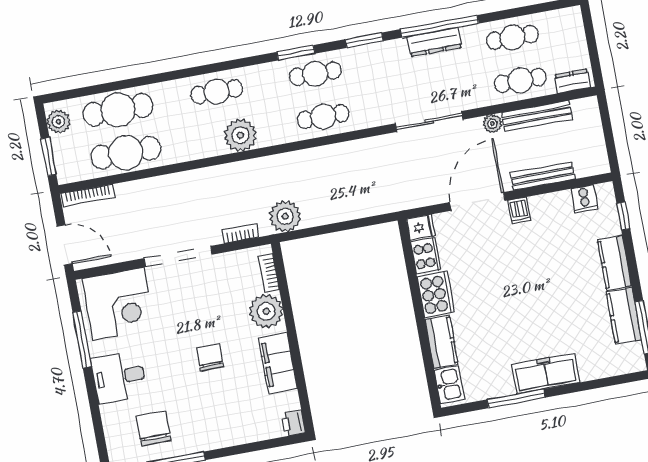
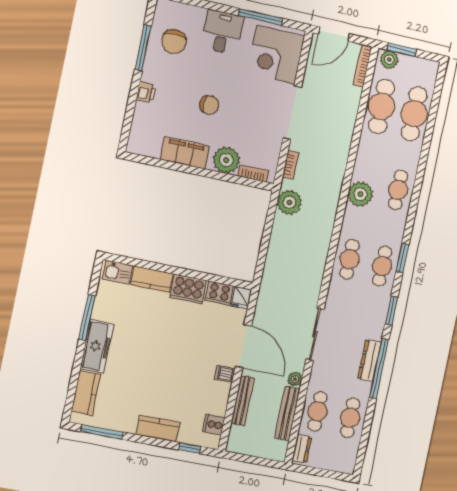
plant: (58, 122) -> (389, 60), moved
kitchen counter: (624, 316) -> (86, 393), moved, turned 90
printer: (293, 423) -> (146, 92), moved, turned 90
chair: (154, 428) -> (174, 42), turned 90

